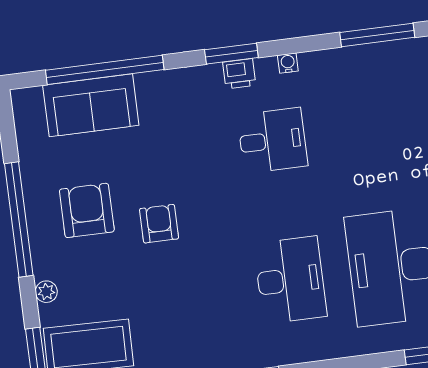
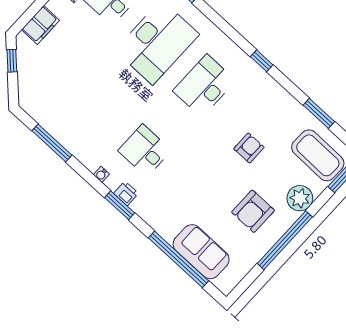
armchair: (159, 224) -> (249, 148), moved, turned 180
plant: (46, 292) -> (300, 198), width x1.88, depth x1.88

